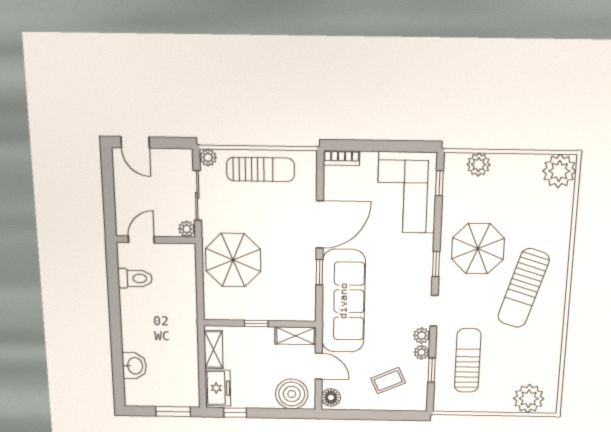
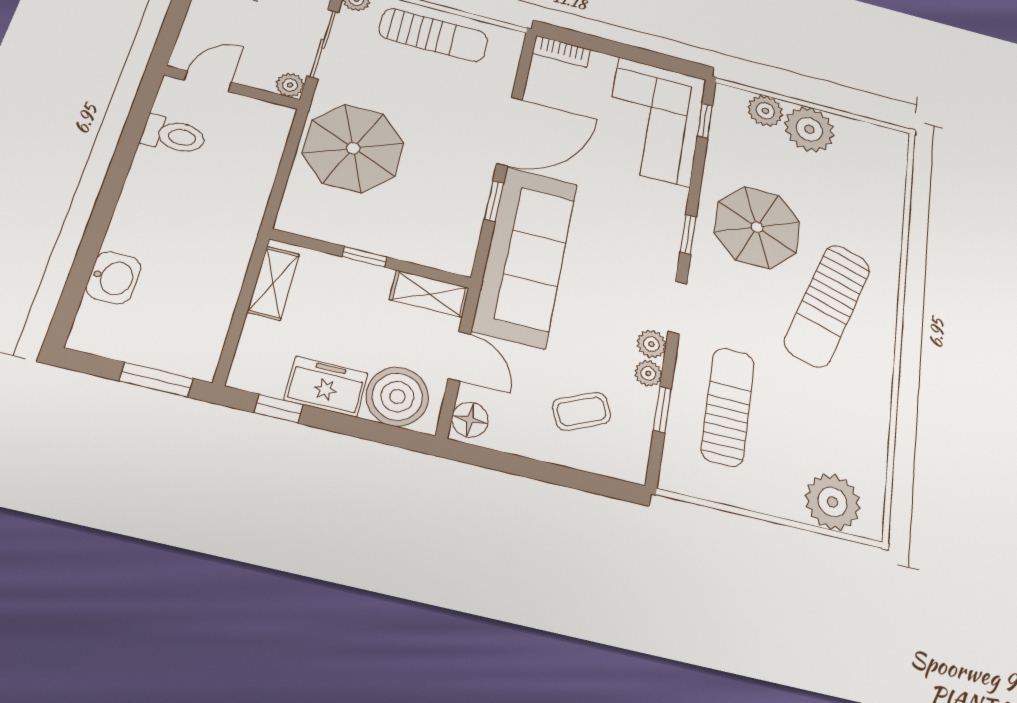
plant: (559, 171) -> (809, 129), moved
freezer: (218, 388) -> (326, 387), moved, turned -90

